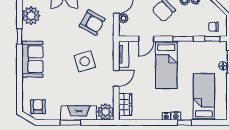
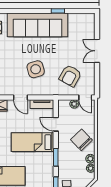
plant: (31, 16) -> (77, 21), removed
sofa: (32, 59) -> (38, 25), width x1.85, depth x1.27

